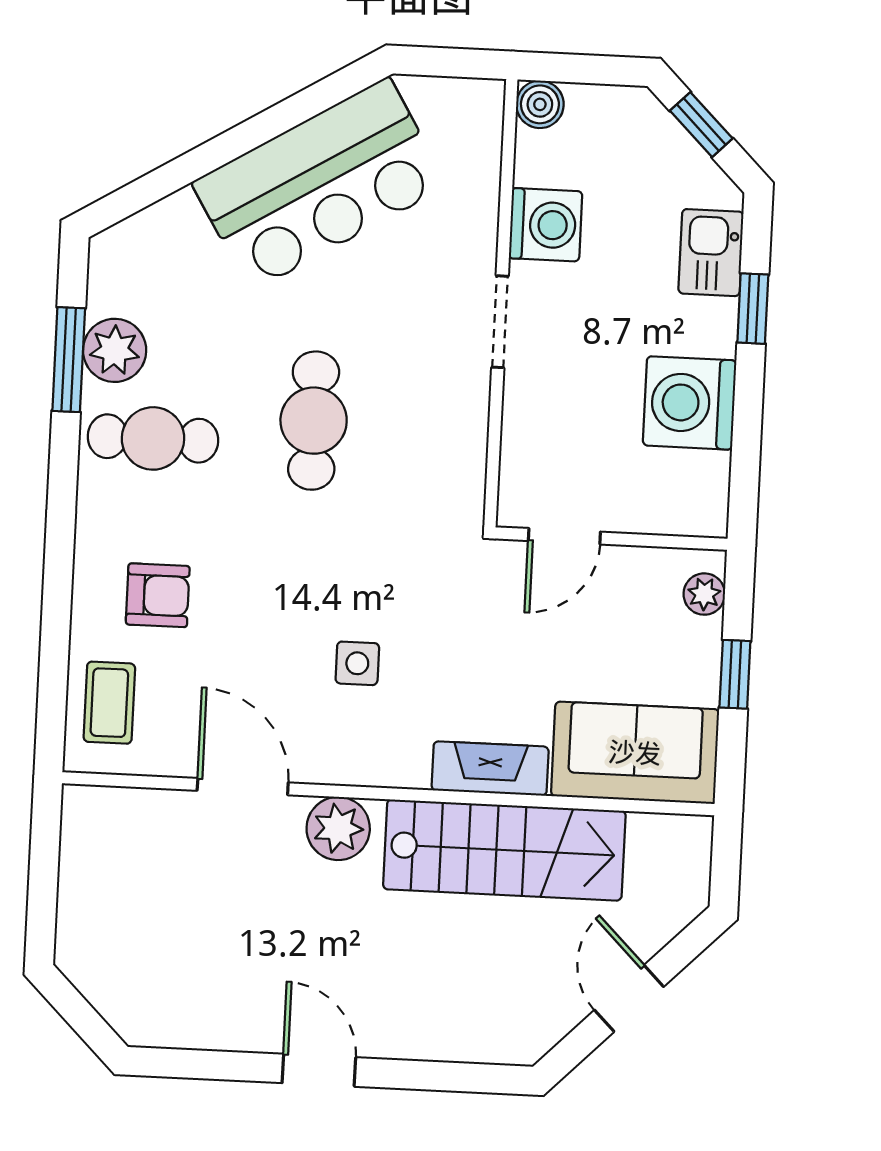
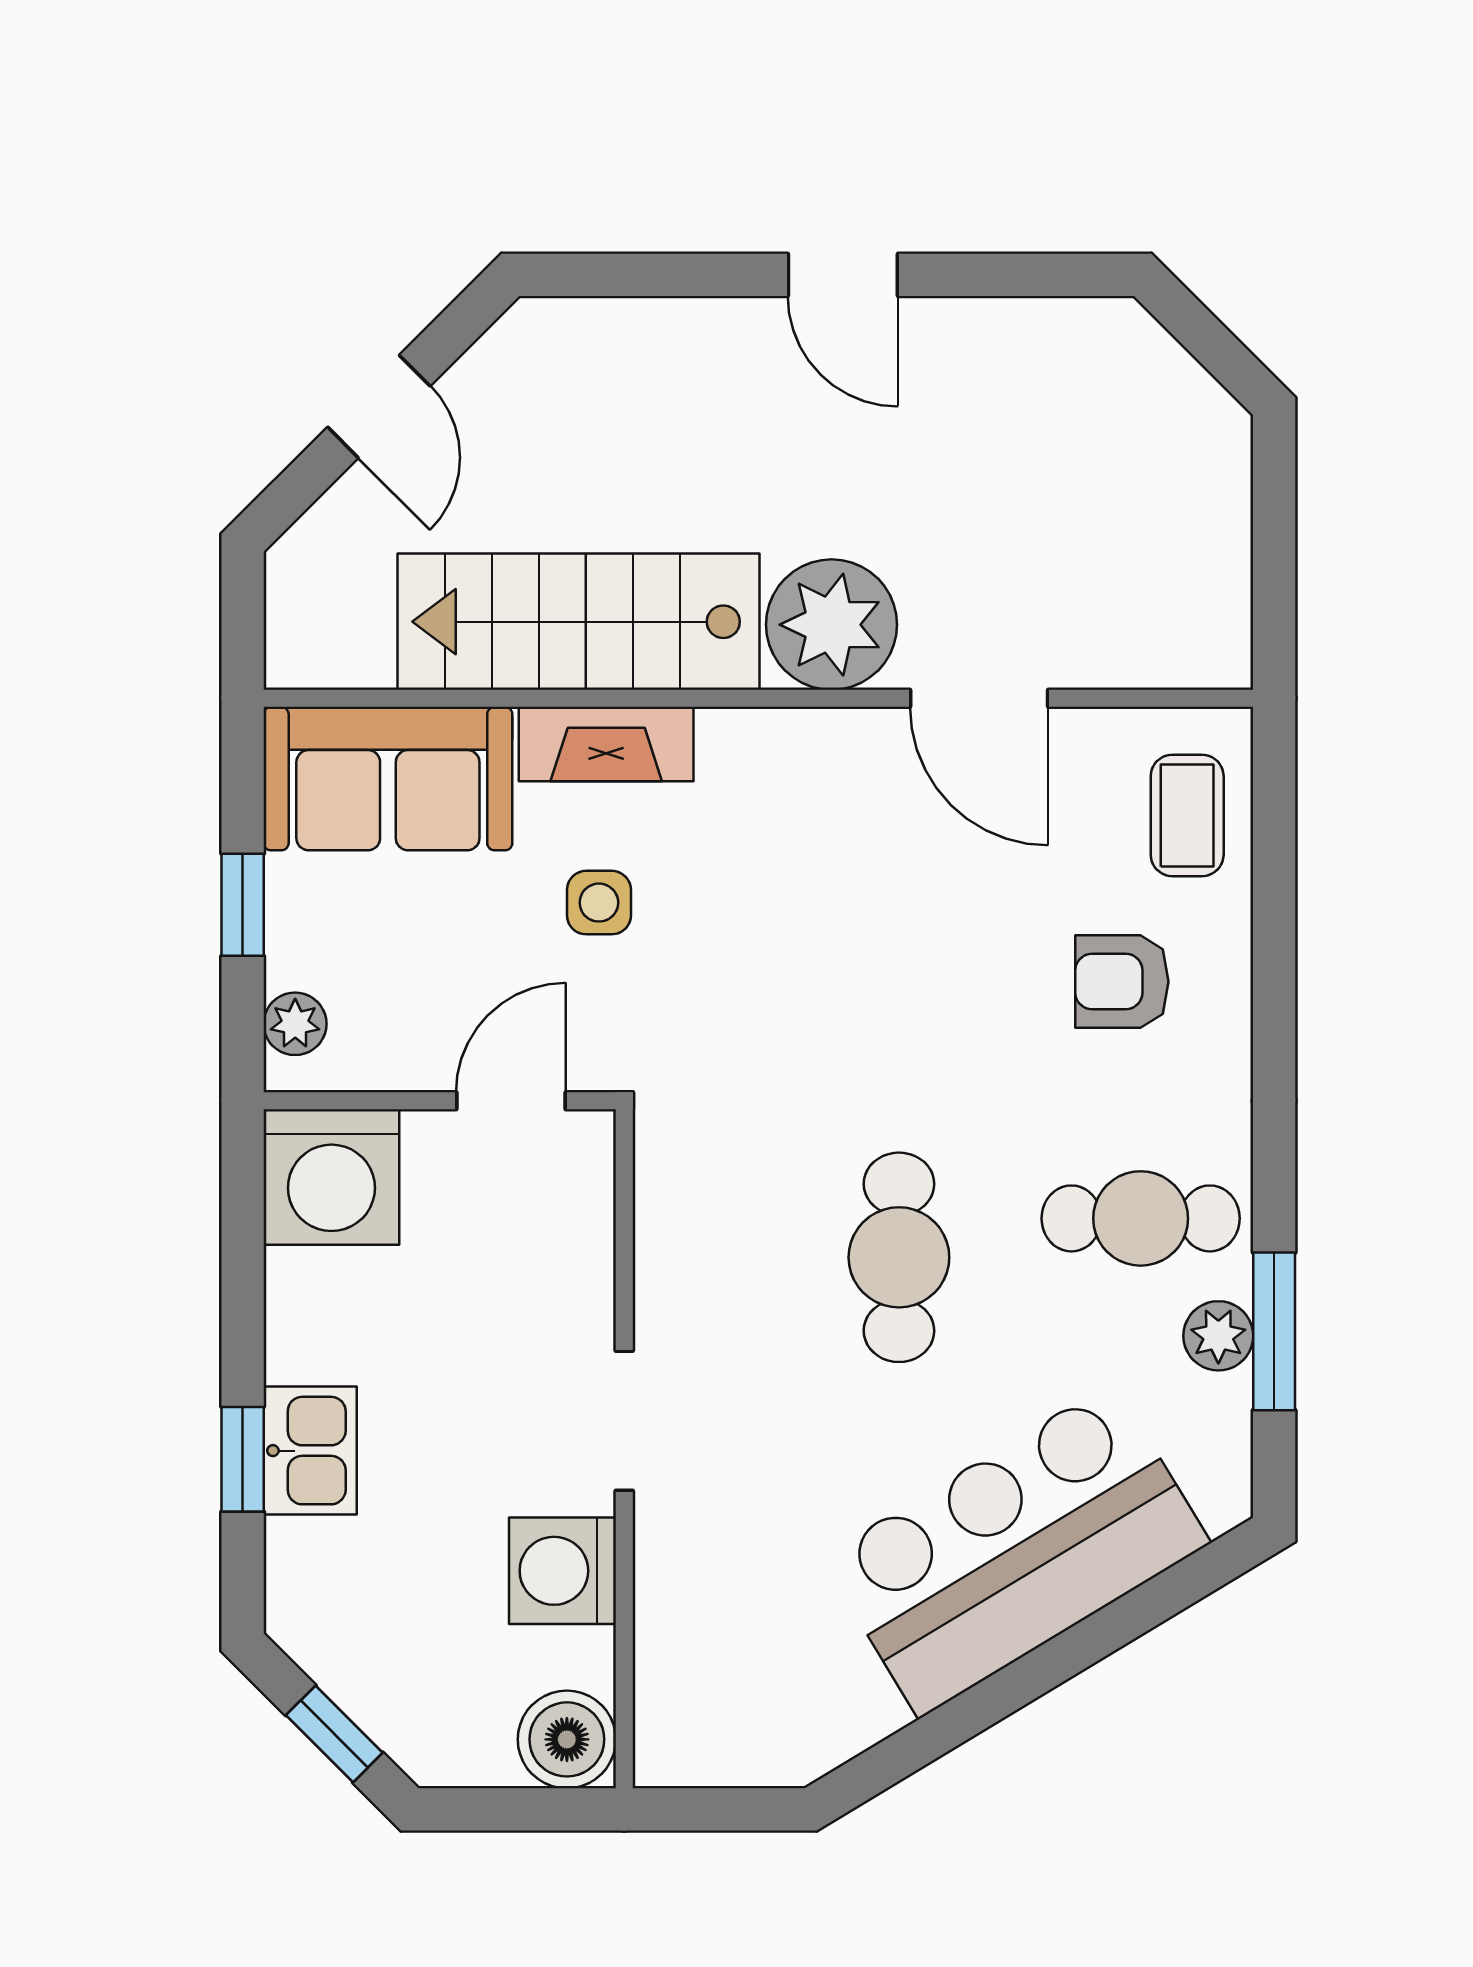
boiler: (540, 104) -> (567, 1739), width x1.36, depth x1.36
bar counter: (320, 184) -> (1016, 1550), moved
kitchen sink: (711, 253) -> (310, 1451), moved
plant: (115, 350) -> (1218, 1336), width x0.73, depth x0.73
washing machine: (690, 403) -> (331, 1177), moved, turned 90
side table: (357, 663) -> (599, 903), moved
plant: (338, 828) -> (832, 625), width x1.36, depth x1.36

